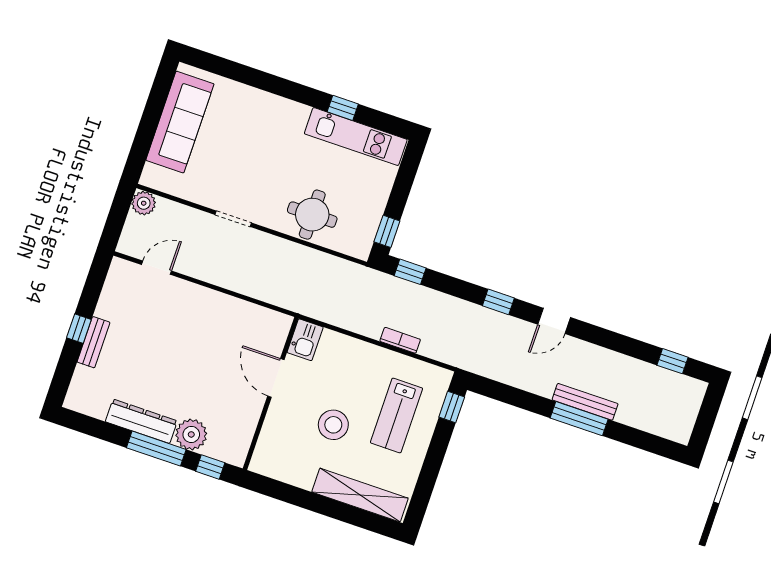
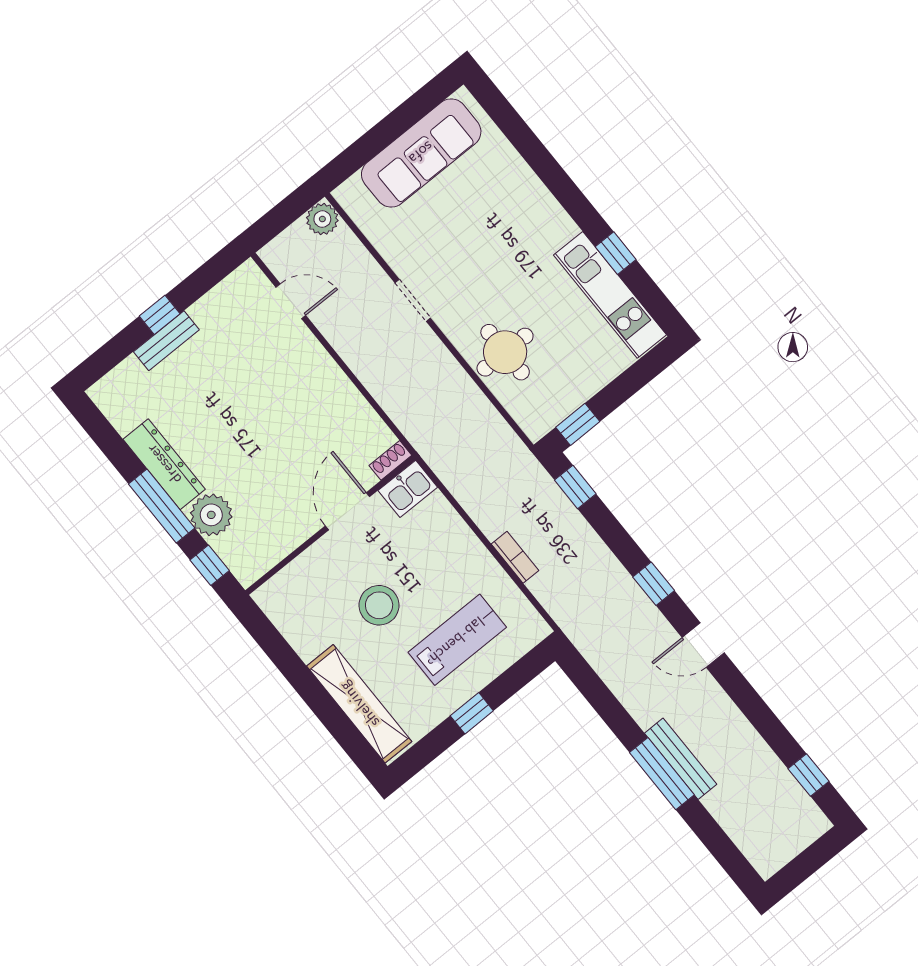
shoe rack: (283, 329) -> (390, 460), added
window: (452, 407) -> (472, 713), moved
lab bench: (396, 415) -> (457, 640), turned 180

